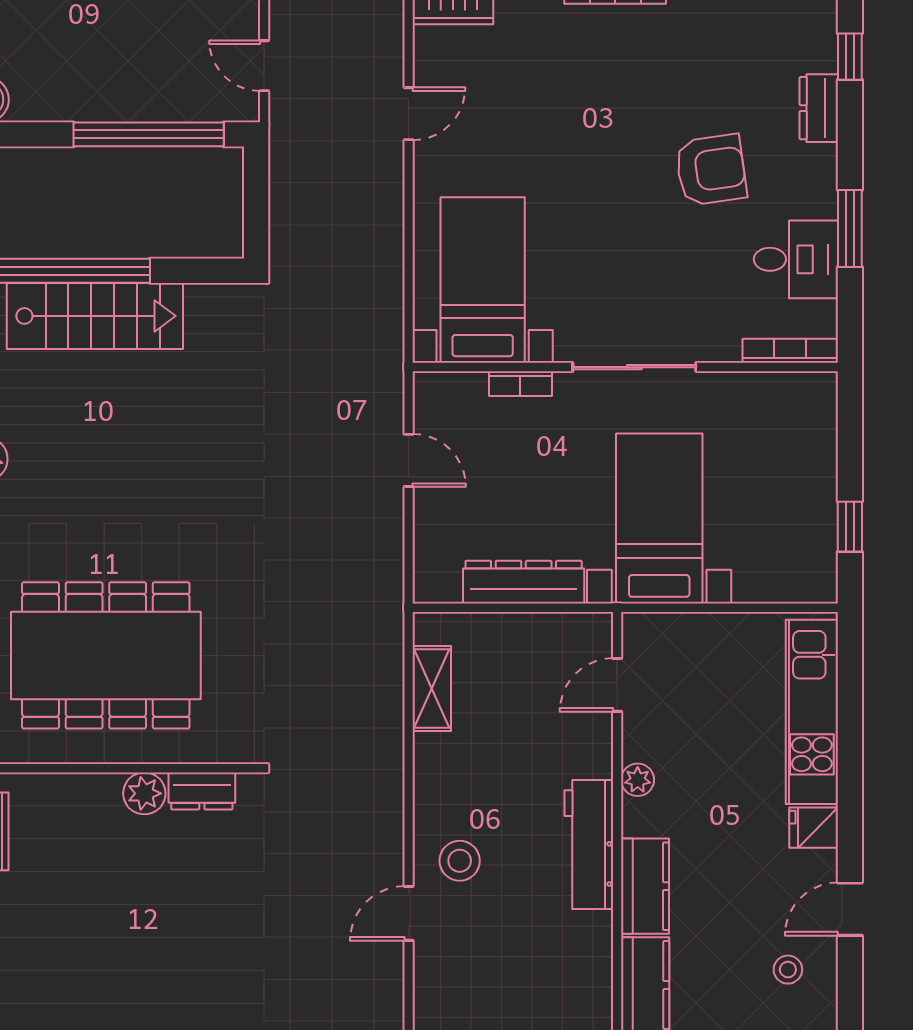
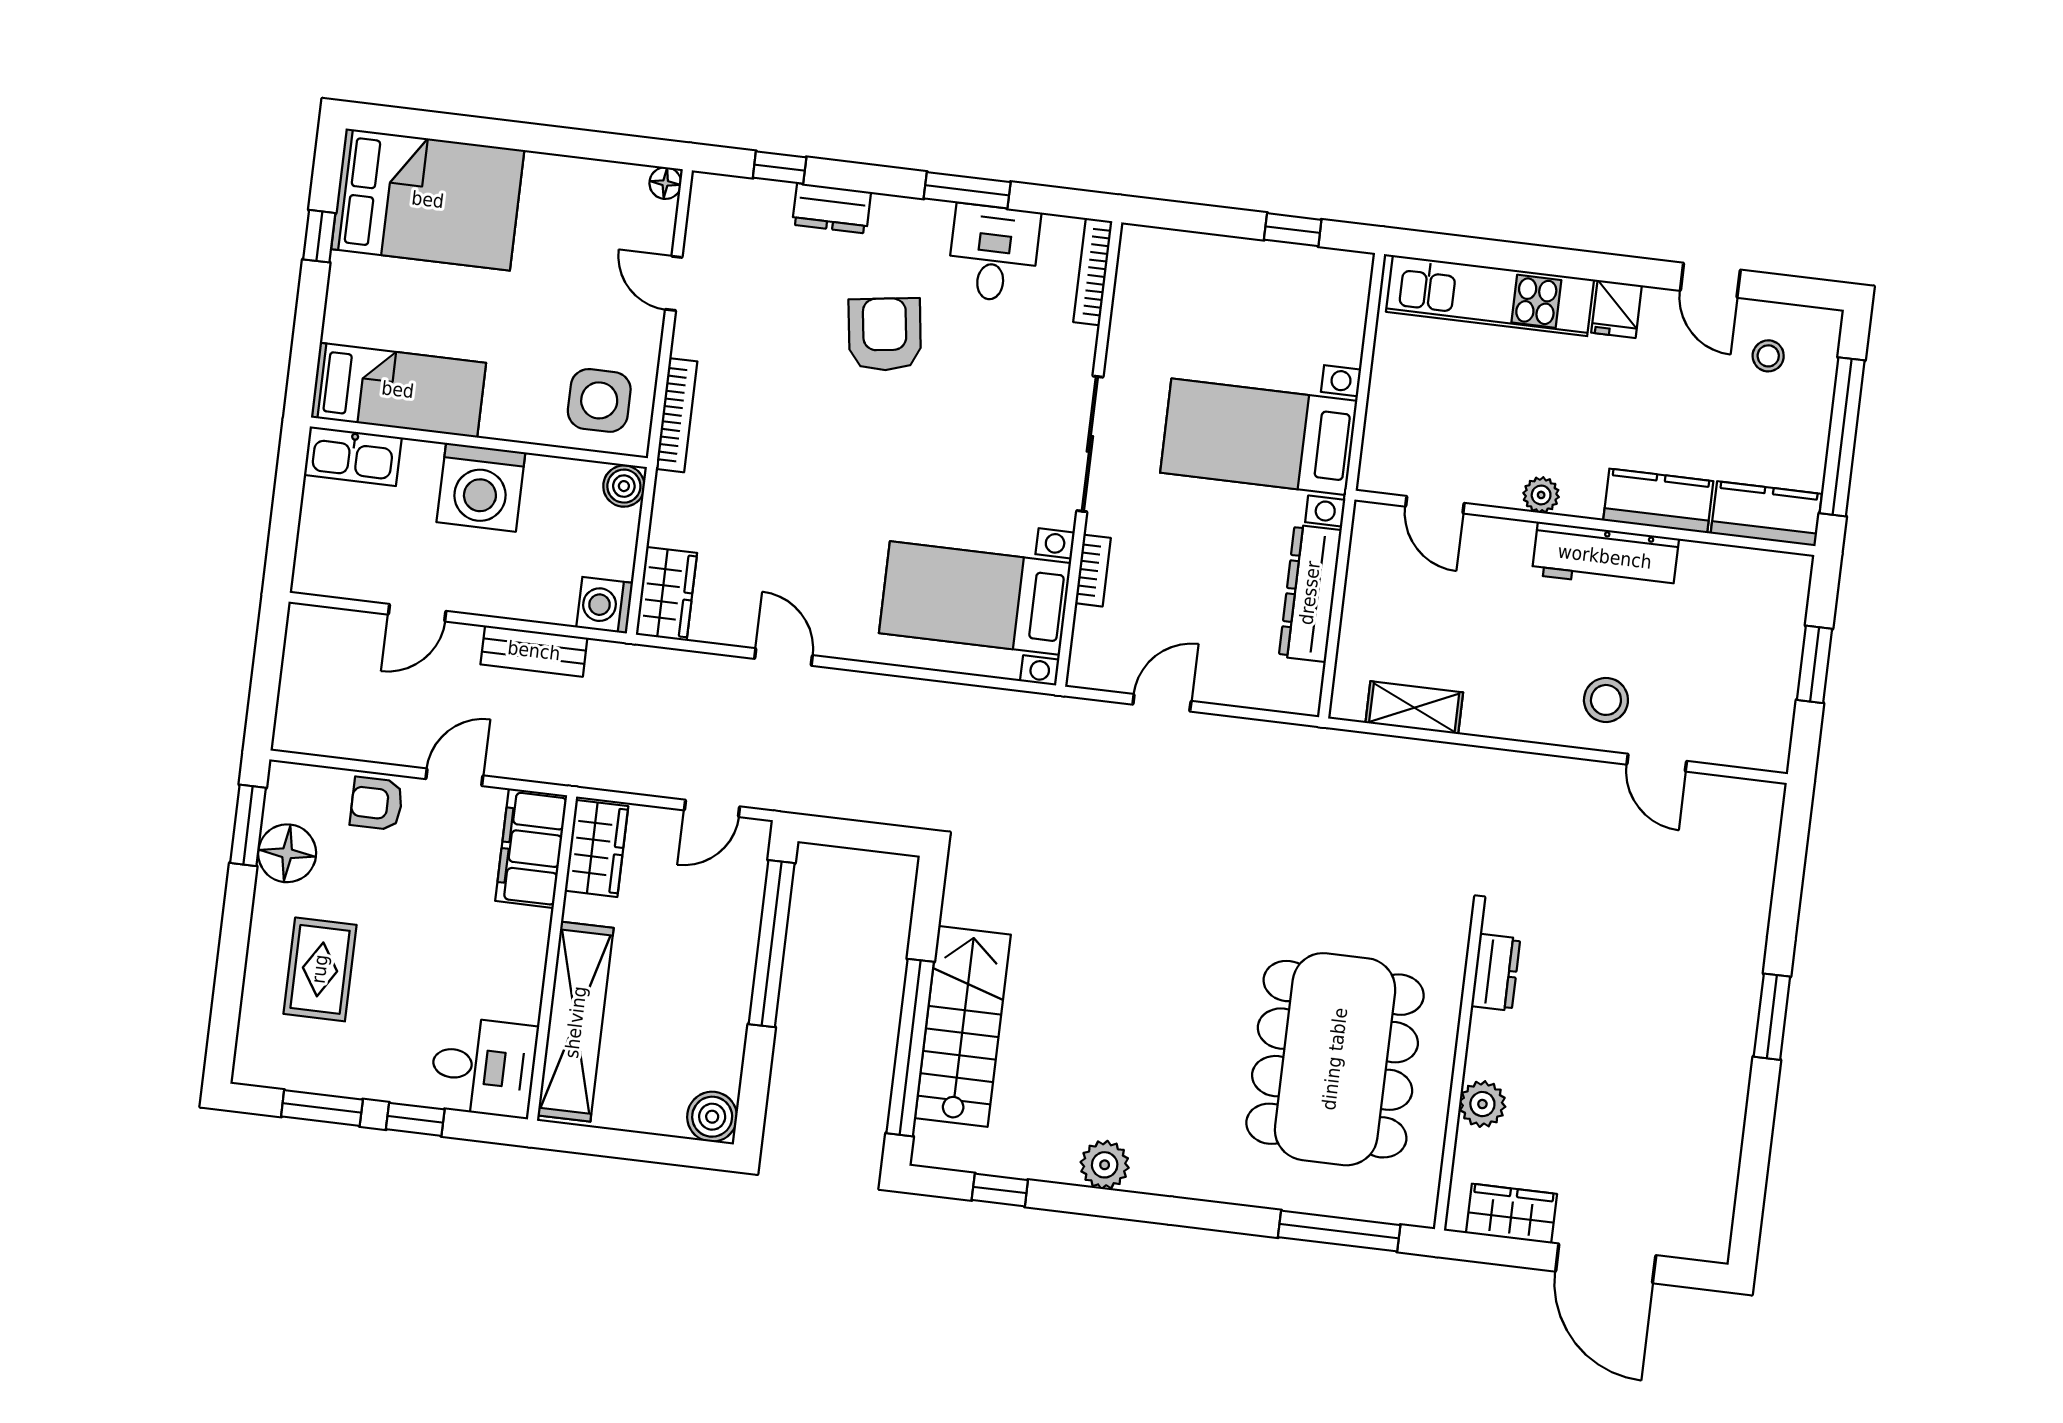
plant: (144, 793) -> (1482, 1104), moved

